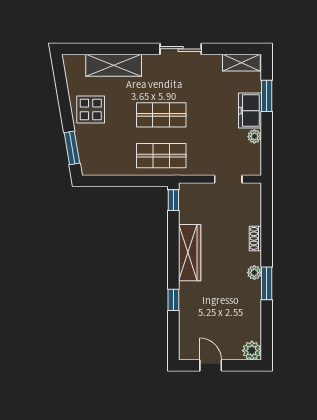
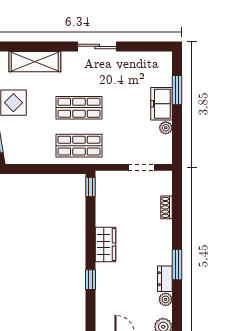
shelving: (241, 63) -> (154, 59), removed
shoe rack: (255, 238) -> (167, 207), moved
wardrobe: (190, 253) -> (105, 245), width x0.67
plant: (254, 273) -> (166, 299), moved
dresser: (254, 299) -> (165, 279), added

